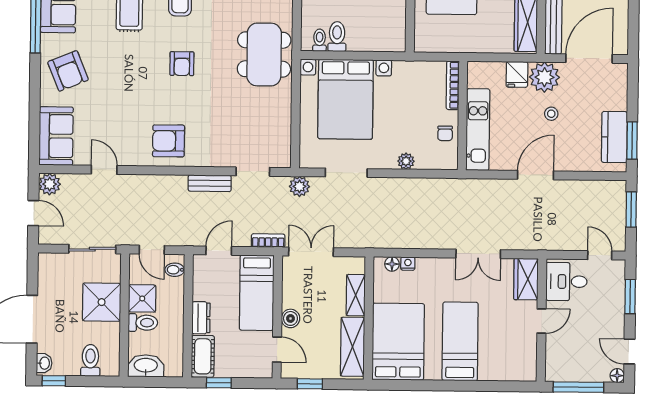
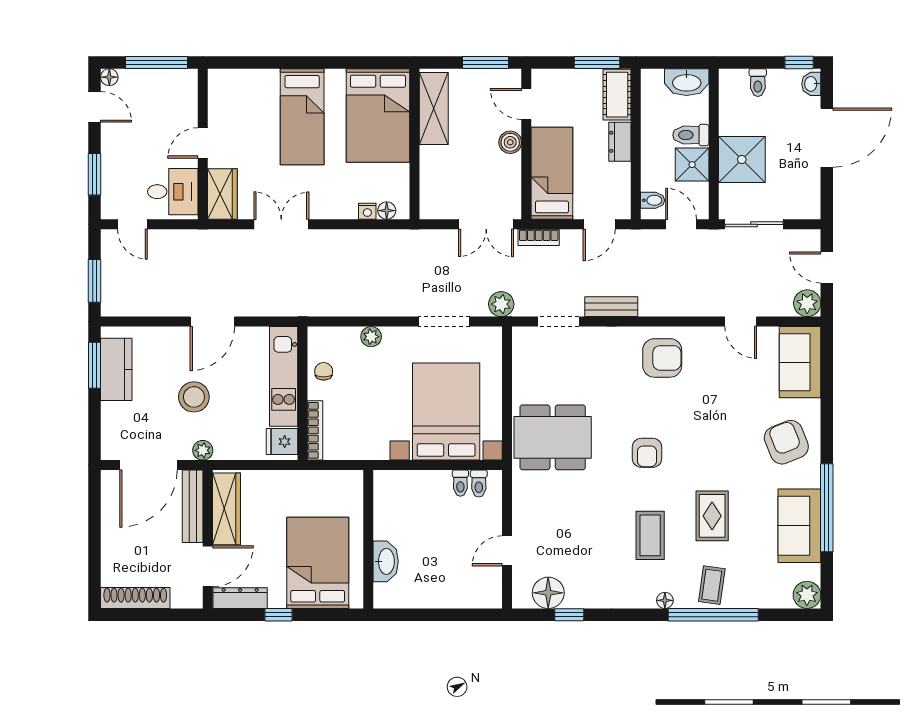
toilet: (337, 37) -> (460, 483), width x0.73, depth x0.72
dining table: (264, 55) -> (553, 437), moved, turned 90
armchair: (182, 64) -> (647, 453), turned 180
fridge: (517, 74) -> (282, 442), moved, turned -90
plant: (544, 77) -> (203, 450), width x0.53, depth x0.53
stool: (551, 114) -> (194, 397), width x1.89, depth x1.89
shelving: (356, 295) -> (431, 172), removed
toilet: (90, 360) -> (758, 83), width x0.73, depth x0.72
window: (219, 383) -> (597, 63), width x1.50
window: (310, 384) -> (486, 63), width x1.50

